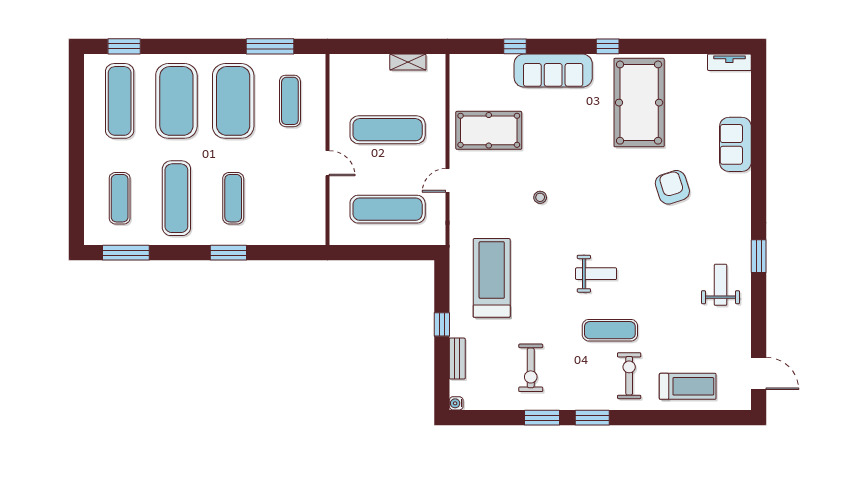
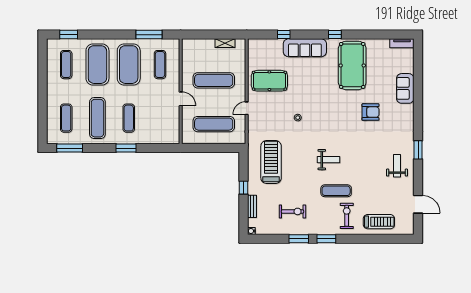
exercise mat: (120, 101) -> (66, 65), width x0.73, depth x0.69
armchair: (672, 187) -> (371, 112), turned 108
exercise bike: (531, 368) -> (293, 211), turned -90
door: (759, 373) -> (418, 204), moved

